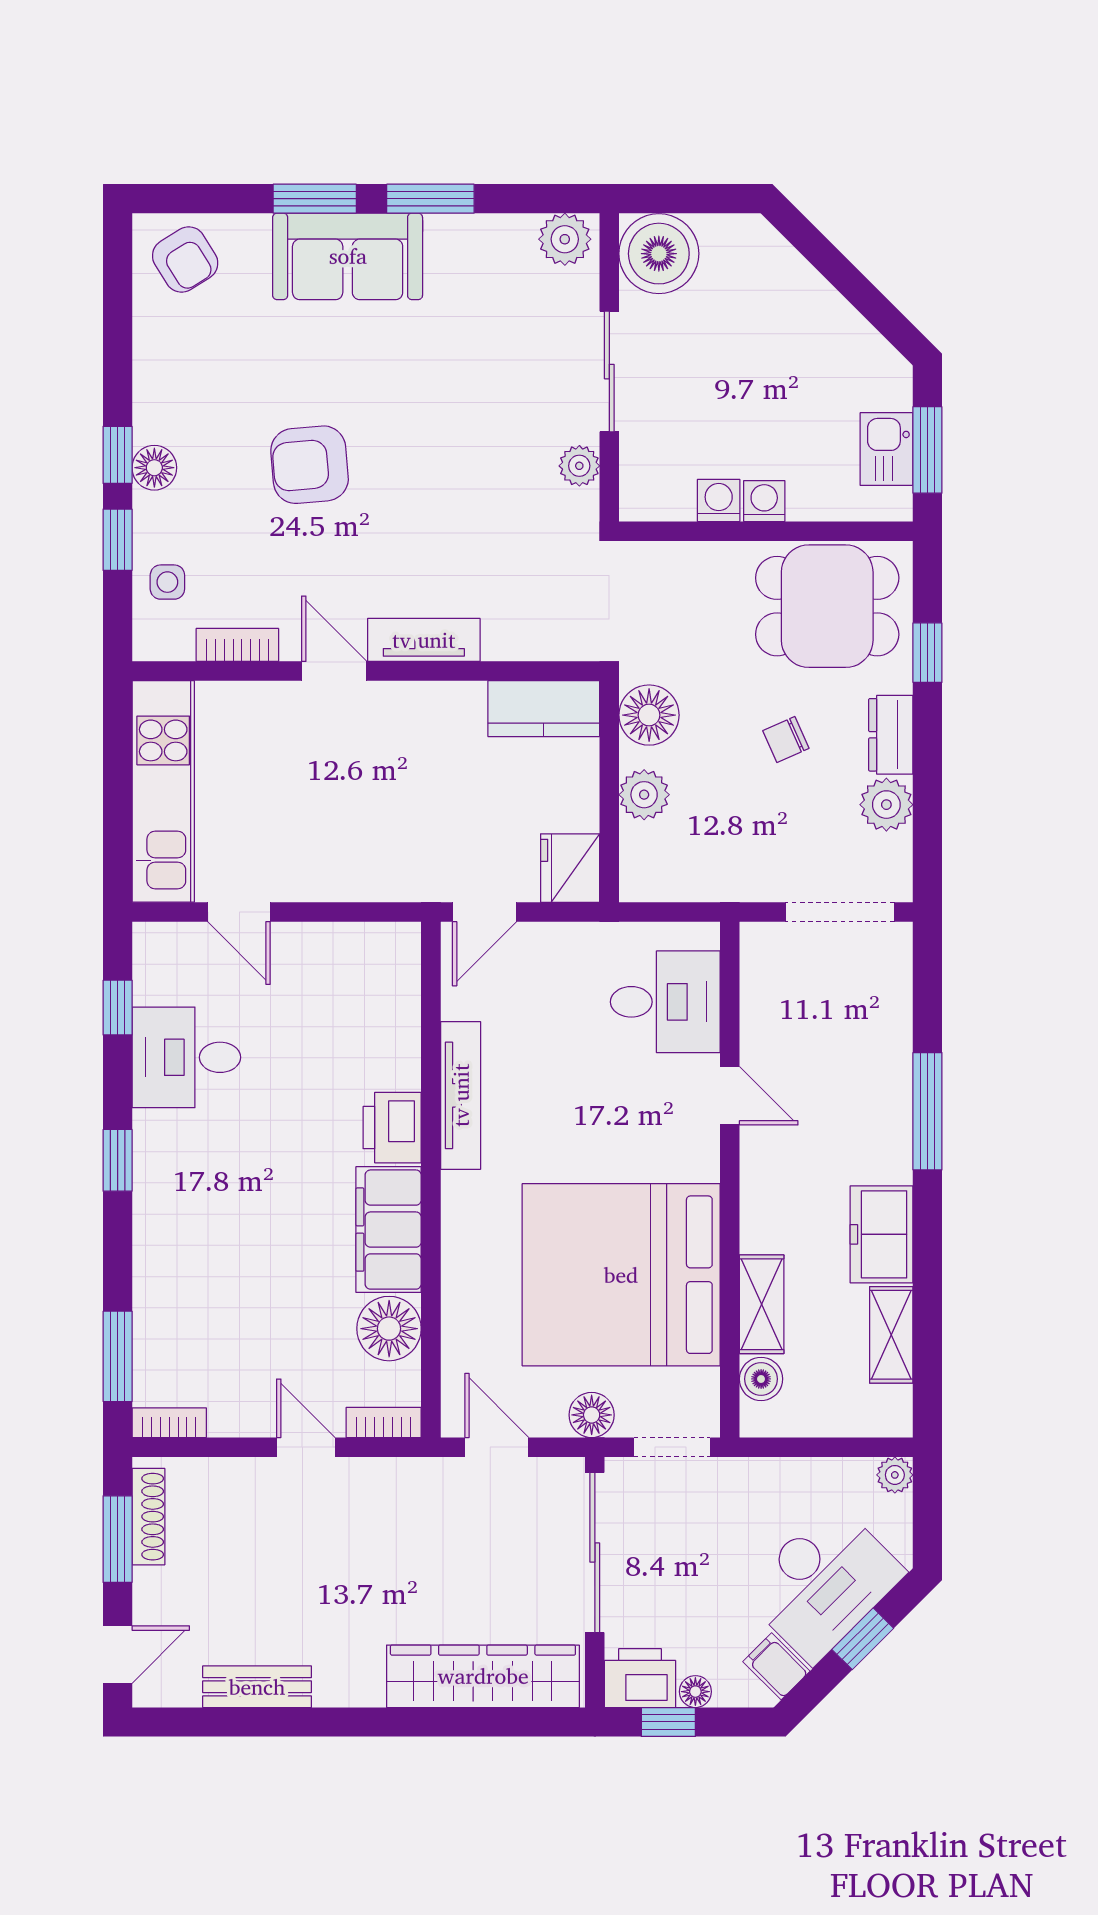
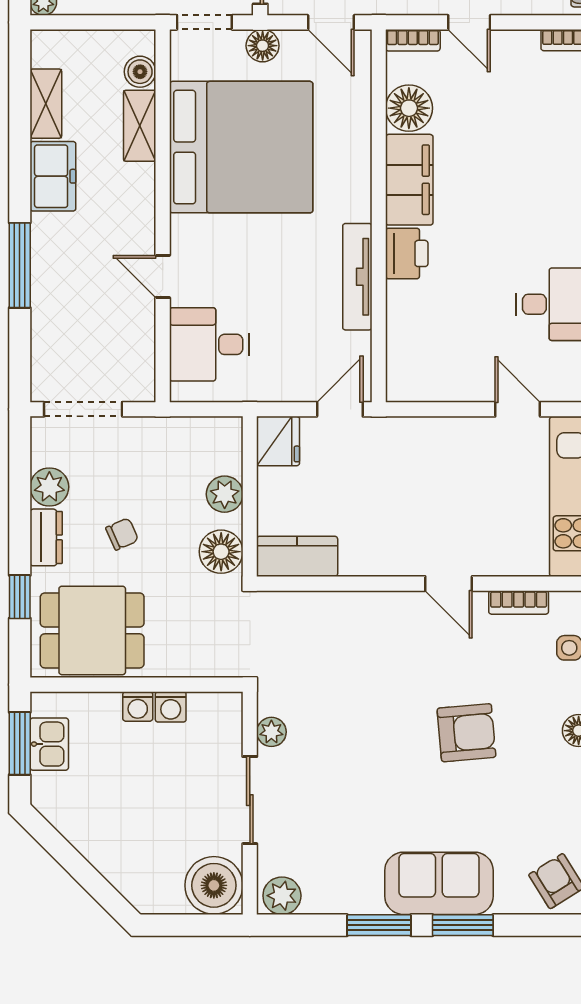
tv unit: (424, 640) -> (384, 606), removed

